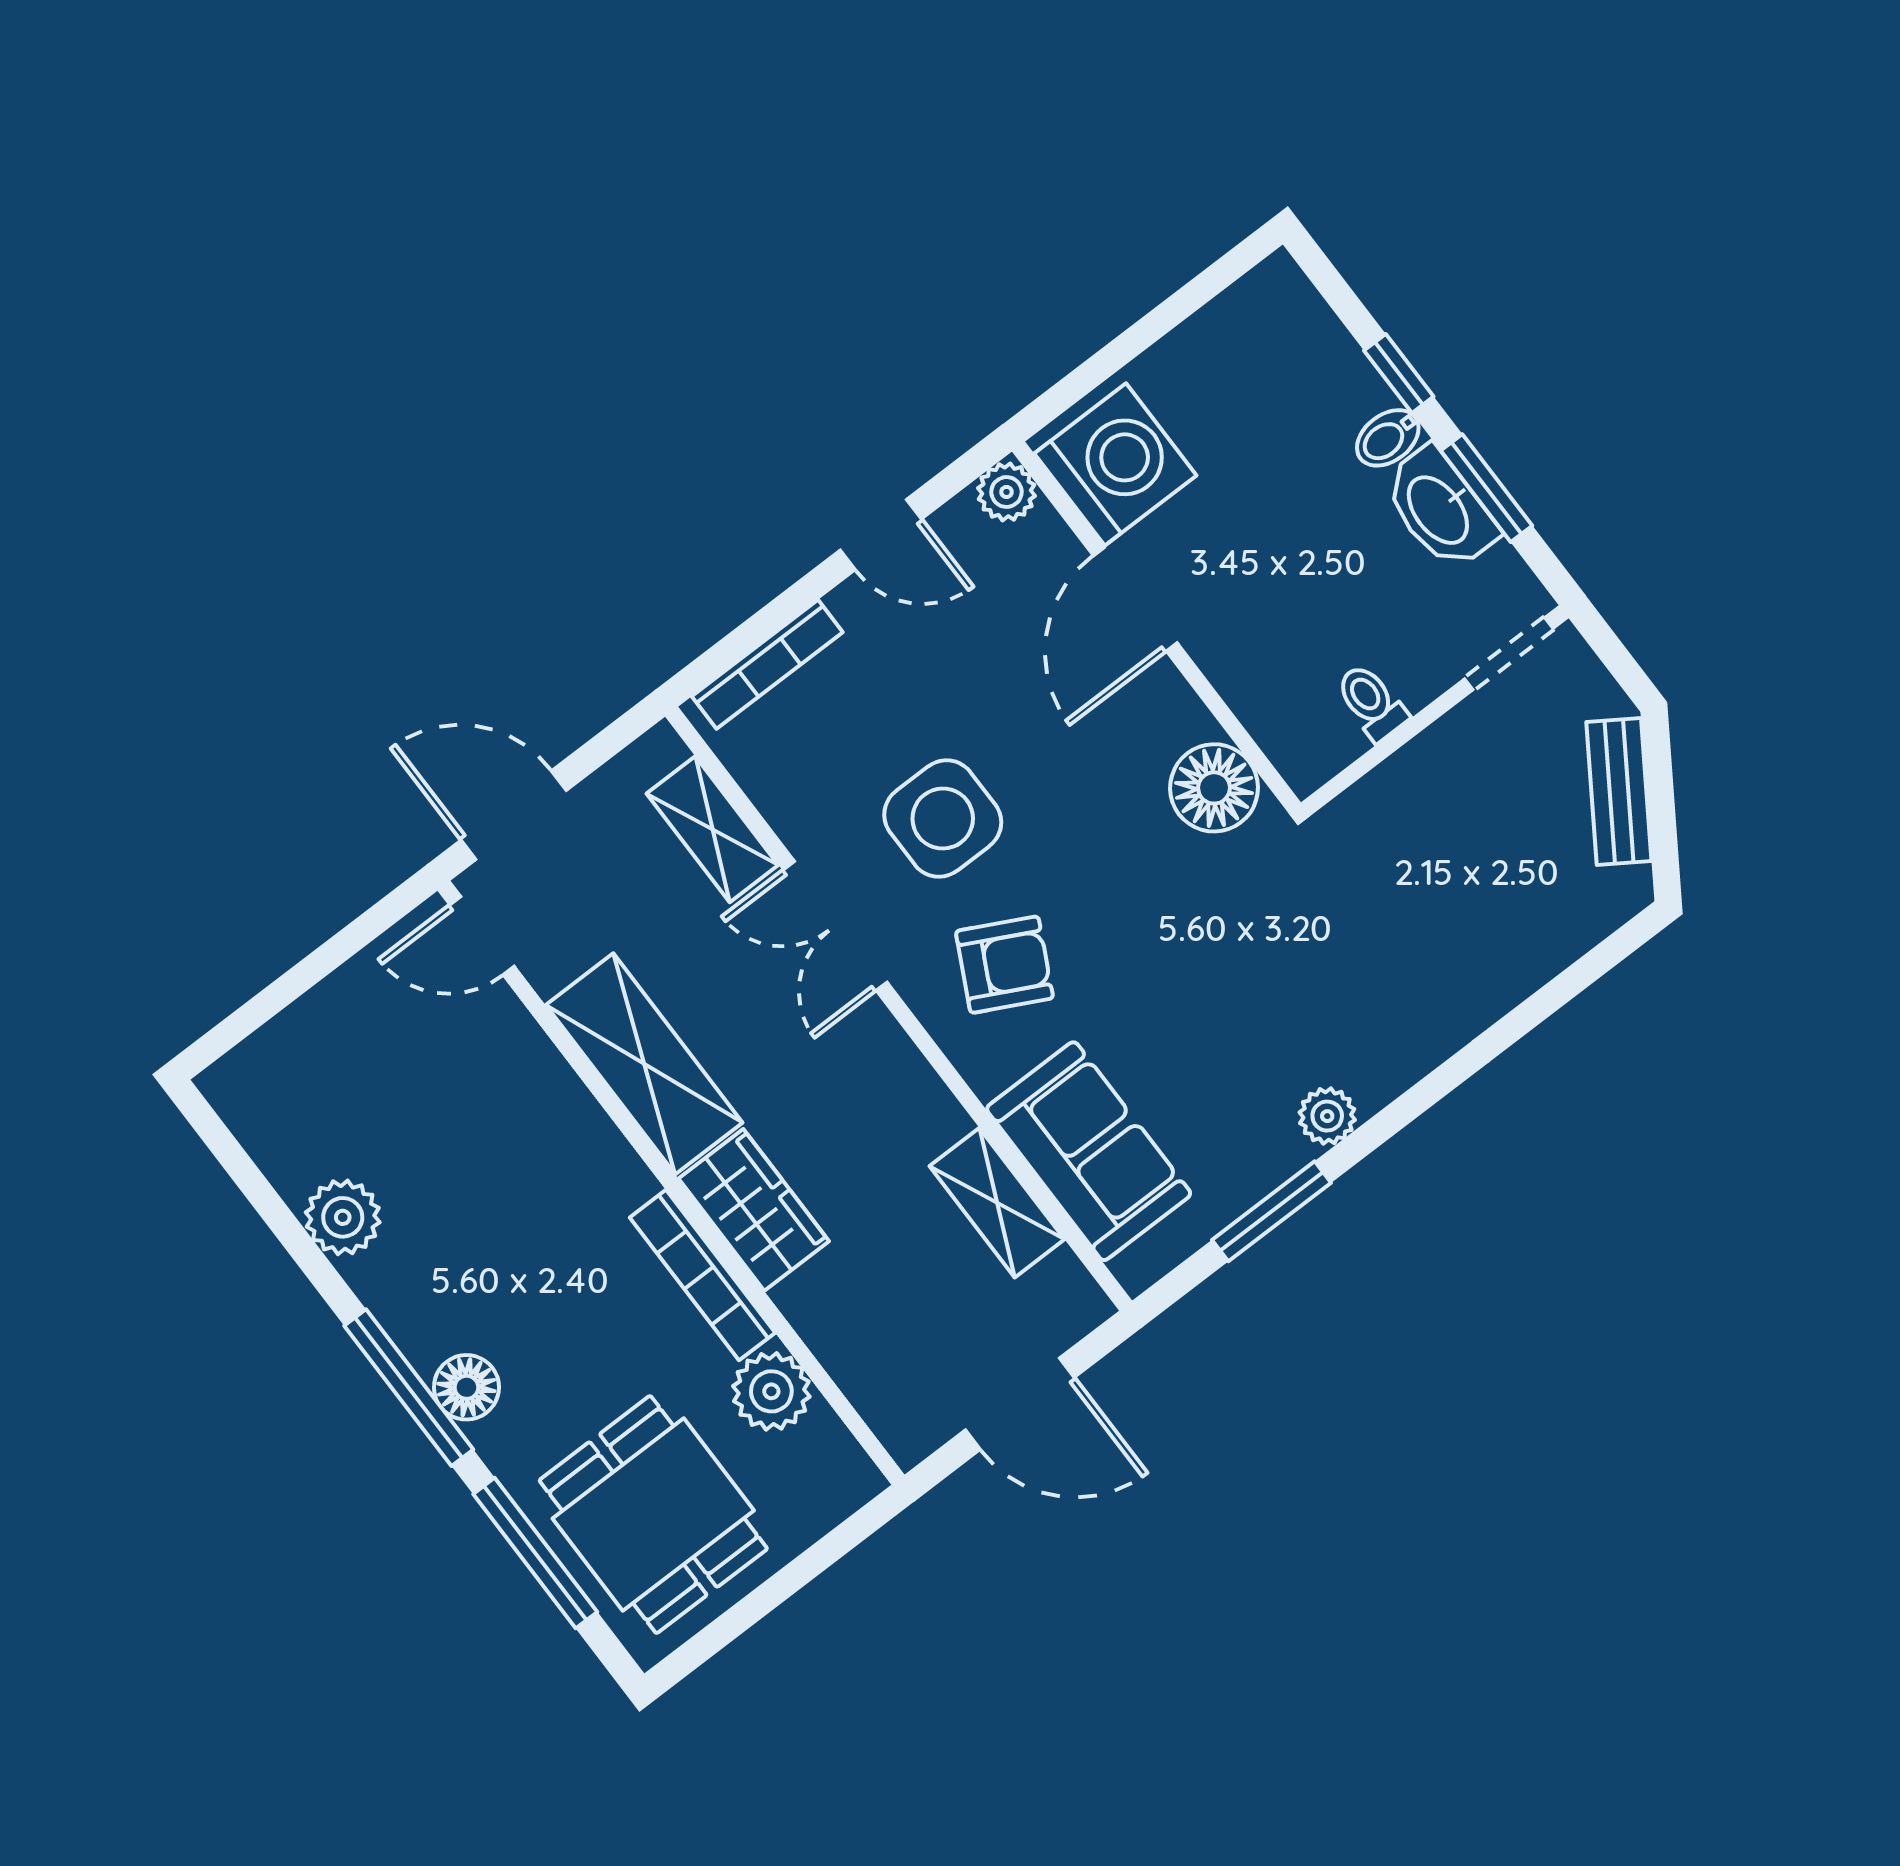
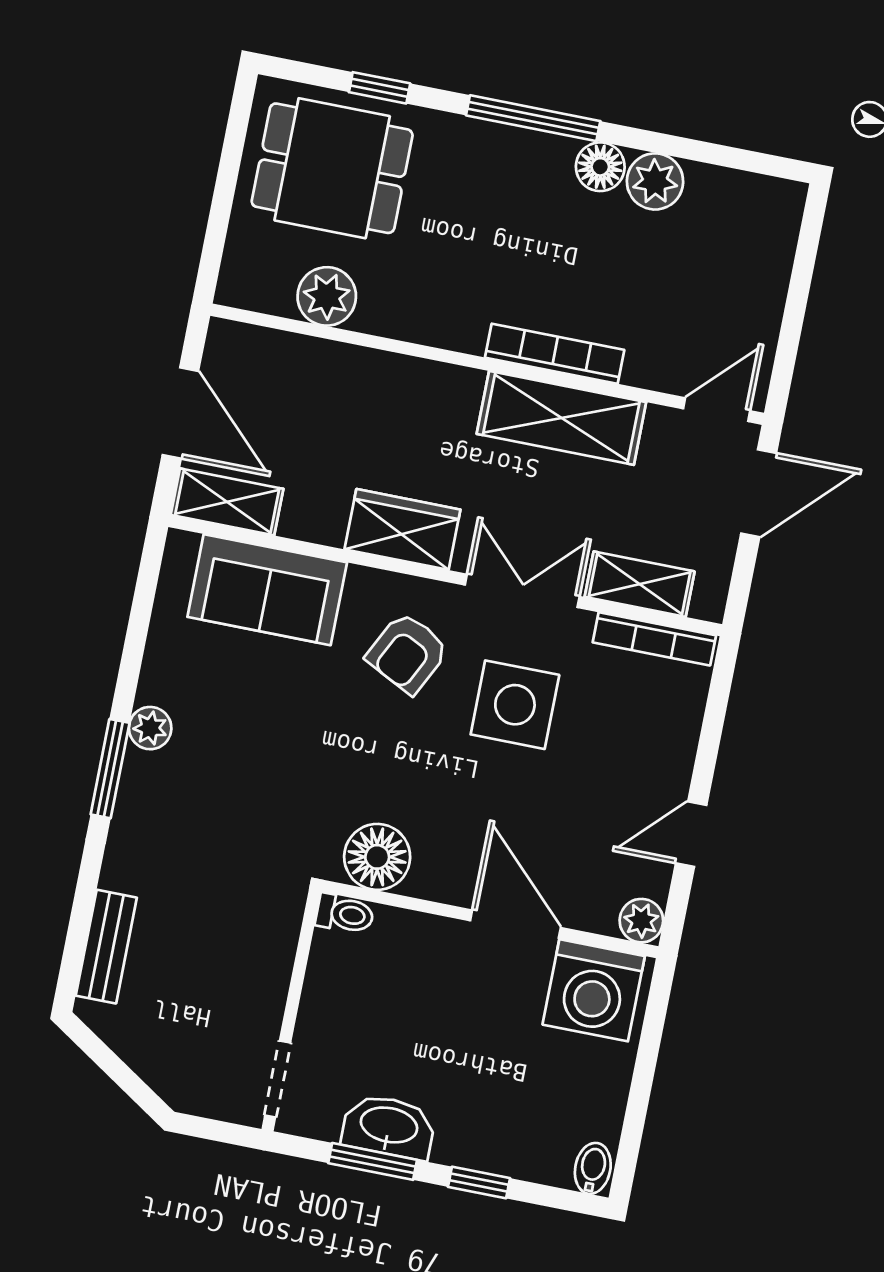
bidet: (1388, 438) -> (593, 1168), moved
bookcase: (767, 664) -> (654, 639), moved, turned -90
toilet: (1371, 702) -> (345, 914), moved
bench: (1619, 791) -> (106, 947), moved, turned 57
shelving: (997, 1203) -> (227, 502), moved
wardrobe: (754, 1210) -> (402, 529), moved, turned 180
window: (1271, 1211) -> (110, 769), moved
bookcase: (702, 1275) -> (555, 354), moved
floor lamp: (466, 1387) -> (600, 167), moved
door: (1020, 1404) -> (180, 413), swing flipped
window: (535, 1553) -> (380, 88), width x0.46

